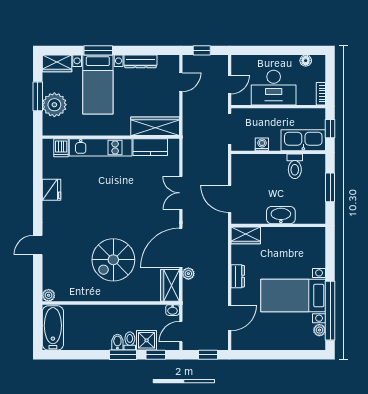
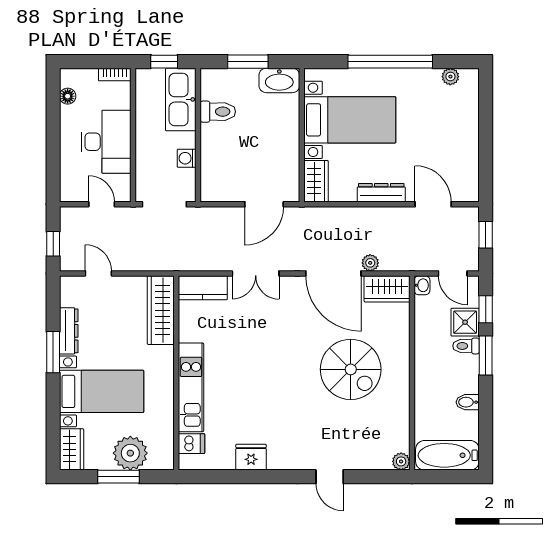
window: (98, 50) -> (53, 352), moved
kitchen counter: (150, 147) -> (203, 288), moved, turned 90
washbasin: (281, 215) -> (279, 80), moved, turned -90
dresser: (238, 276) -> (381, 193), width x1.44
bed with nightstands: (293, 296) -> (350, 120), moved, turned -90
window: (330, 311) -> (390, 62), moved
bidet: (117, 342) -> (468, 402), moved

